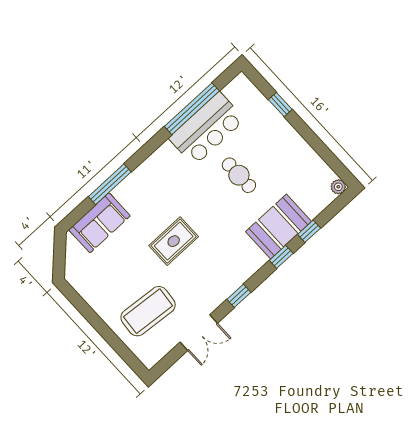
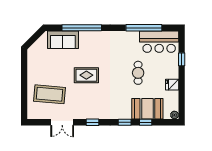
bar counter: (207, 129) -> (159, 42), moved
fridge: (298, 149) -> (172, 85), added
window: (110, 184) -> (82, 28), width x1.46
booth: (278, 227) -> (147, 109), moved

